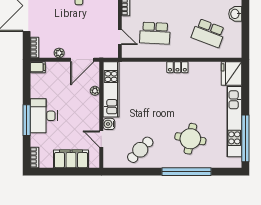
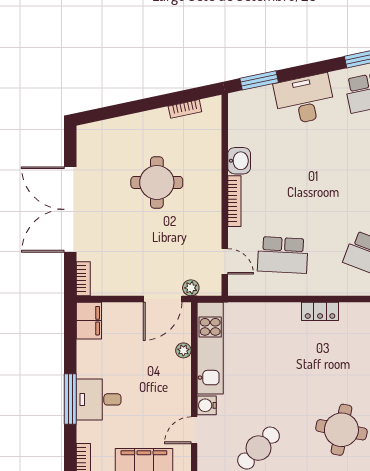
plant: (59, 53) -> (191, 288), moved
filing cabinet: (38, 67) -> (89, 321), width x2.00
desk: (44, 116) -> (99, 399), width x0.73
door: (101, 139) -> (194, 430), hinge flipped

